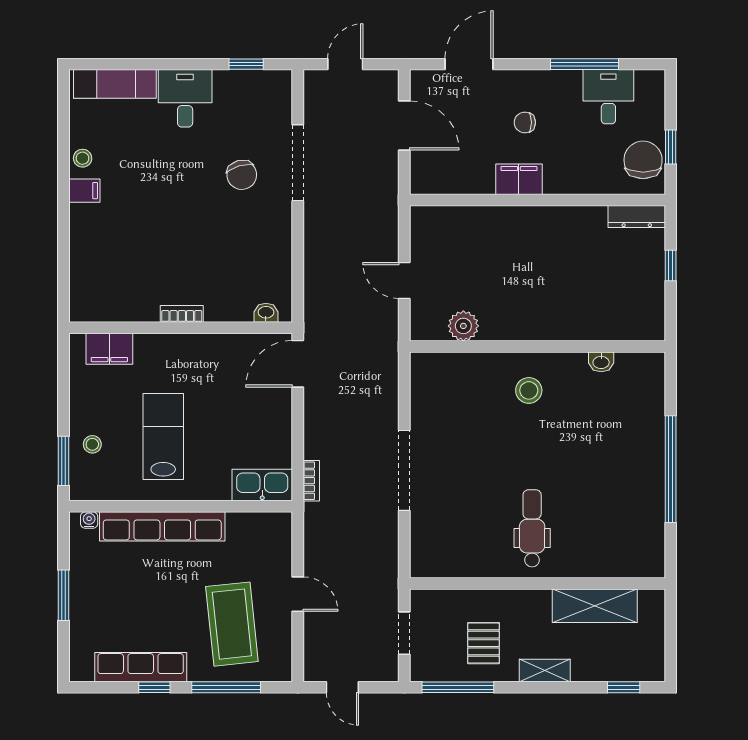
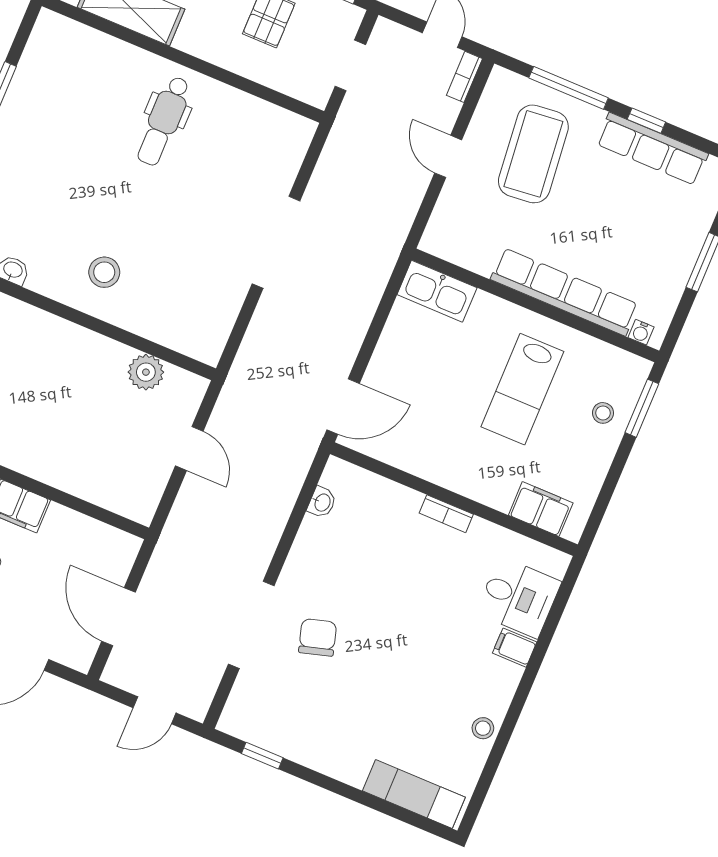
desk: (185, 98) -> (519, 597), moved, turned -90
filing cabinet: (84, 191) -> (515, 648), moved
washbasin: (266, 313) -> (322, 502), moved, turned -90
bookcase: (311, 481) -> (464, 77), moved

